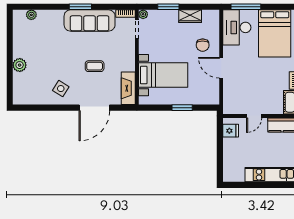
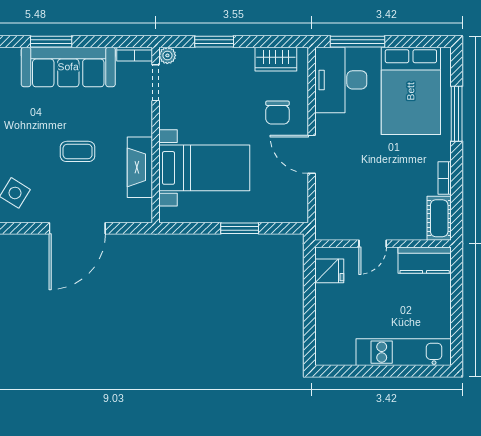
wardrobe: (190, 16) -> (276, 59), moved
fireplace: (128, 88) -> (140, 167), moved

